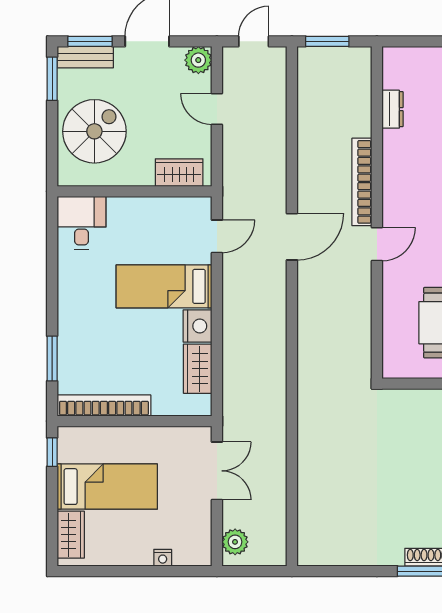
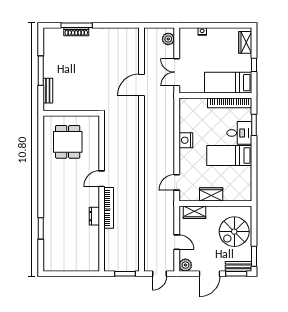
dresser: (392, 109) -> (94, 216), moved
desk: (82, 223) -> (239, 133), moved, turned -90
door: (292, 237) -> (142, 85), moved
bed: (164, 286) -> (229, 156), moved, turned 180
wardrobe: (198, 369) -> (211, 194), moved, turned -90
window: (52, 452) -> (254, 65), moved
bed: (107, 487) -> (228, 83), moved

